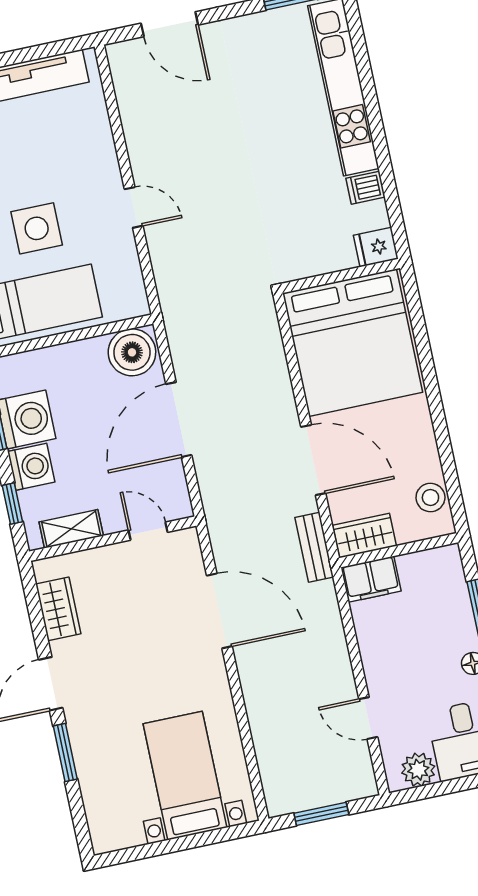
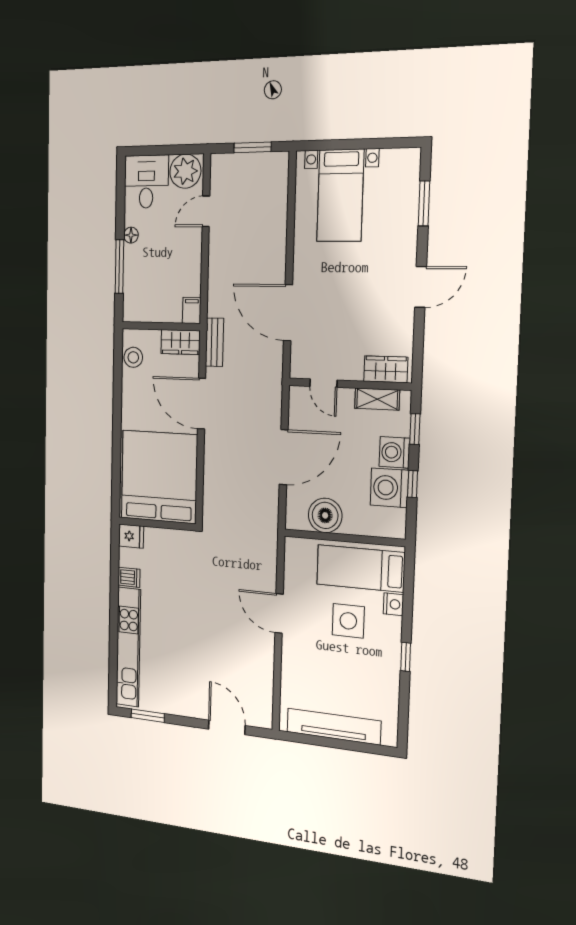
door: (134, 207) -> (279, 613), width x1.38
boiler: (132, 352) -> (325, 515), moved
filing cabinet: (371, 579) -> (192, 310), width x0.50
wardrobe: (58, 609) -> (386, 369), moved, turned 90
door: (368, 718) -> (206, 211), swing flipped
window: (65, 752) -> (424, 203), moved
plant: (418, 770) -> (185, 171), width x1.36, depth x1.36

